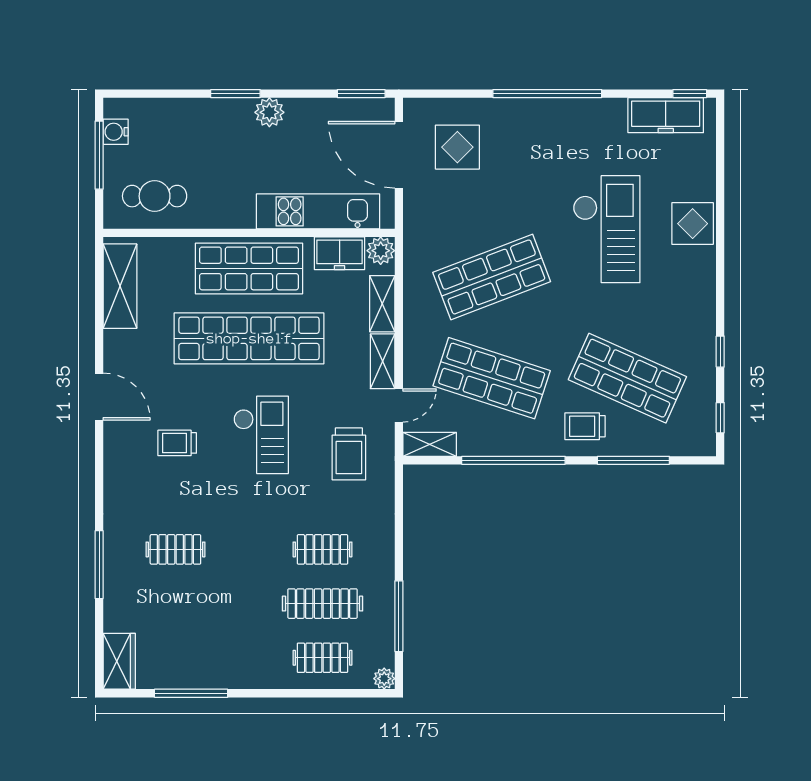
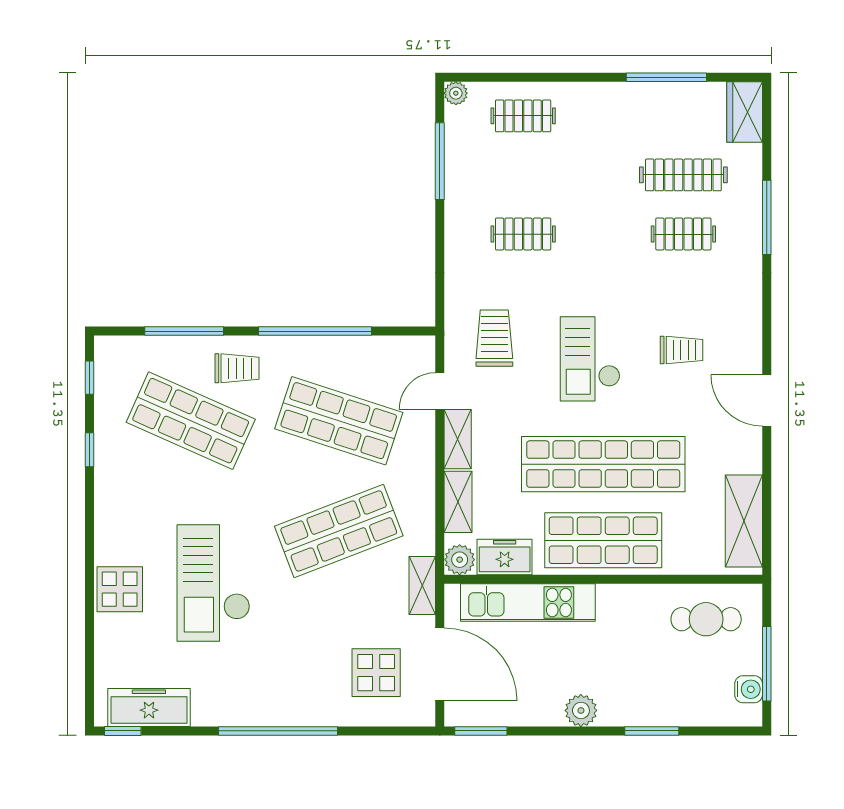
window: (235, 94) -> (652, 731), moved
shelving: (430, 444) -> (422, 586), moved, turned 90
clothes rail: (322, 604) -> (683, 175), moved

